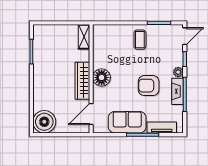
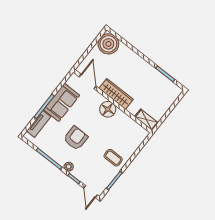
fireplace: (178, 91) -> (55, 155), removed

